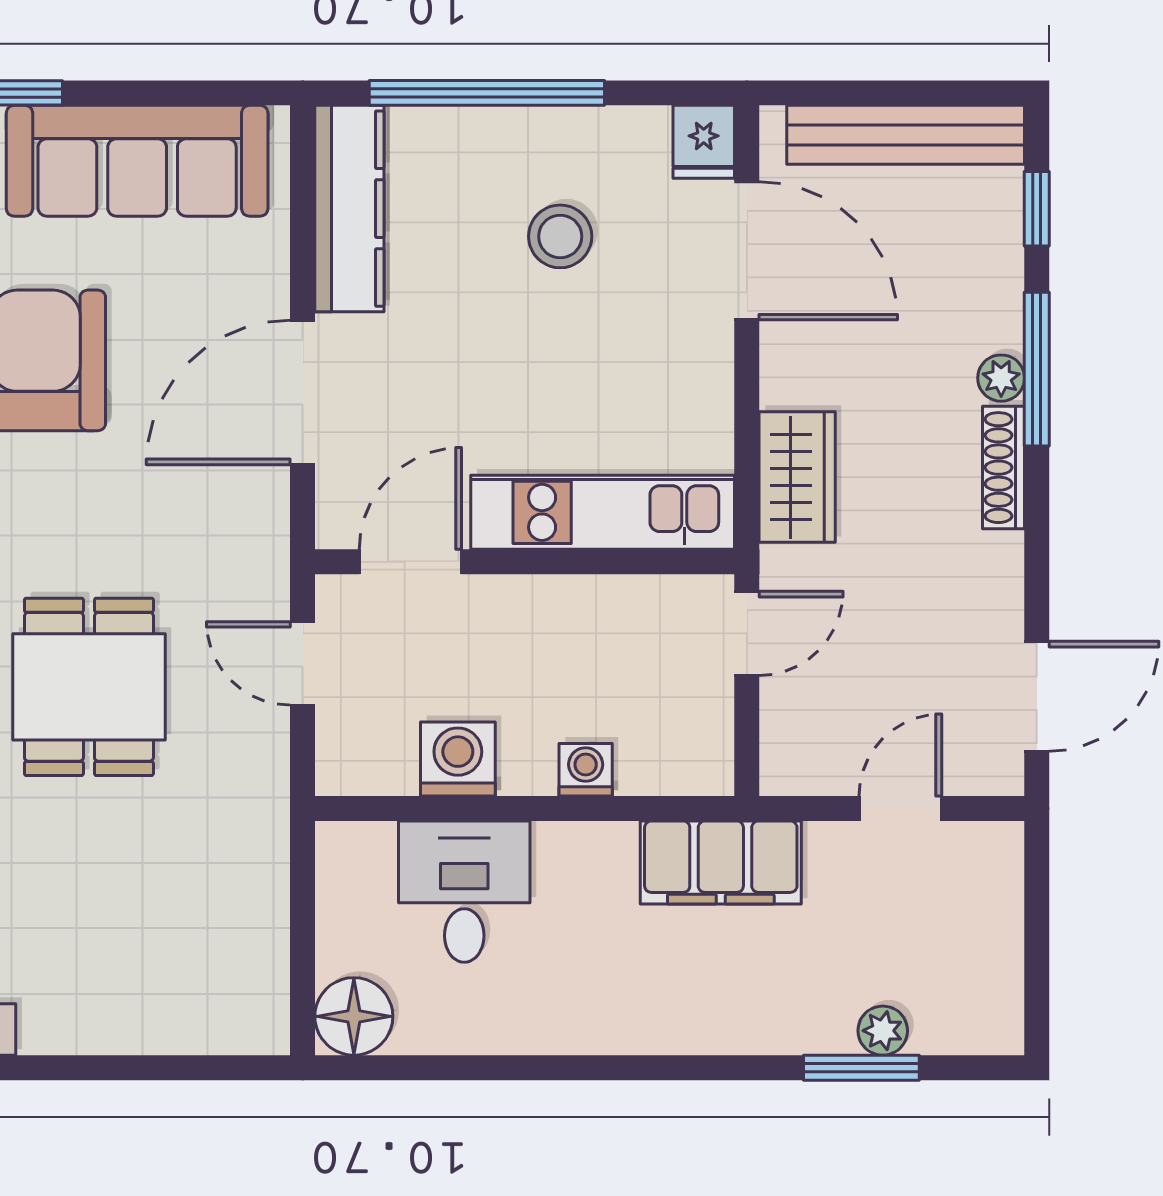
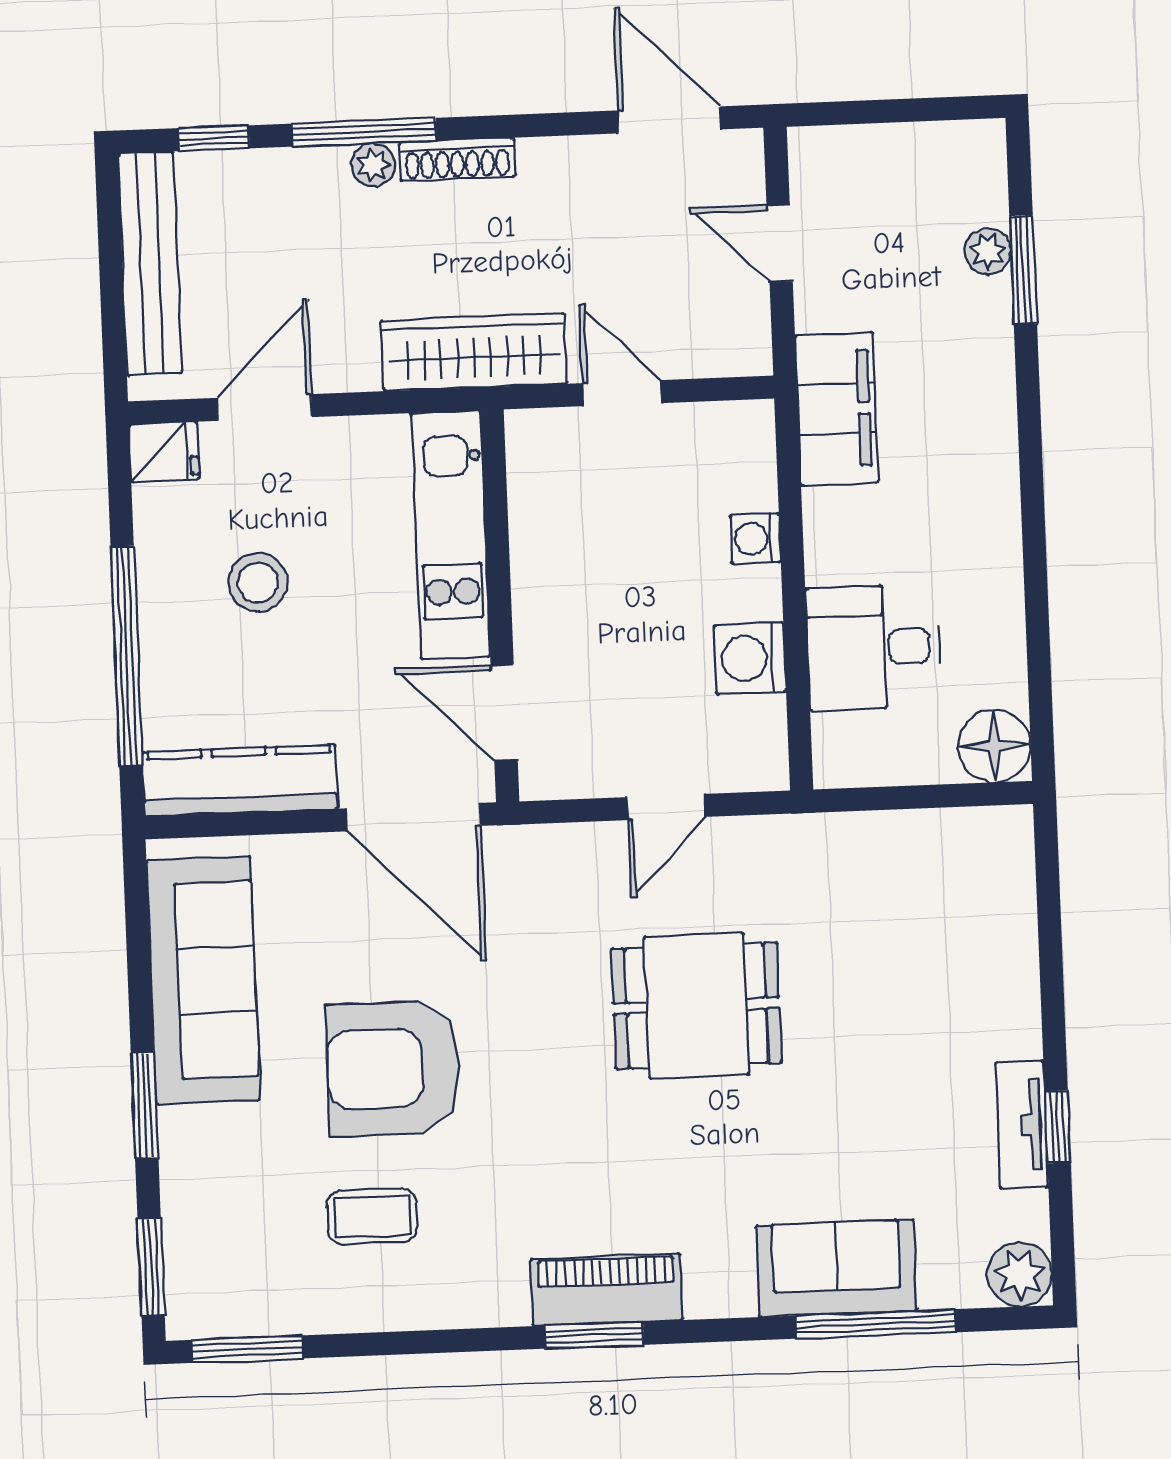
door: (747, 251) -> (264, 407), width x0.73
wardrobe: (797, 477) -> (474, 352), width x1.50
kitchen unit: (603, 512) -> (451, 535), moved
door: (410, 562) -> (504, 713), moved
wall: (525, 562) -> (500, 606), moved

